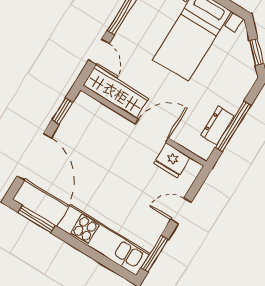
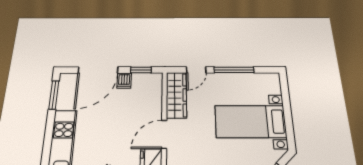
door: (152, 131) -> (164, 134), swing flipped
dishwasher: (65, 136) -> (124, 81), added

